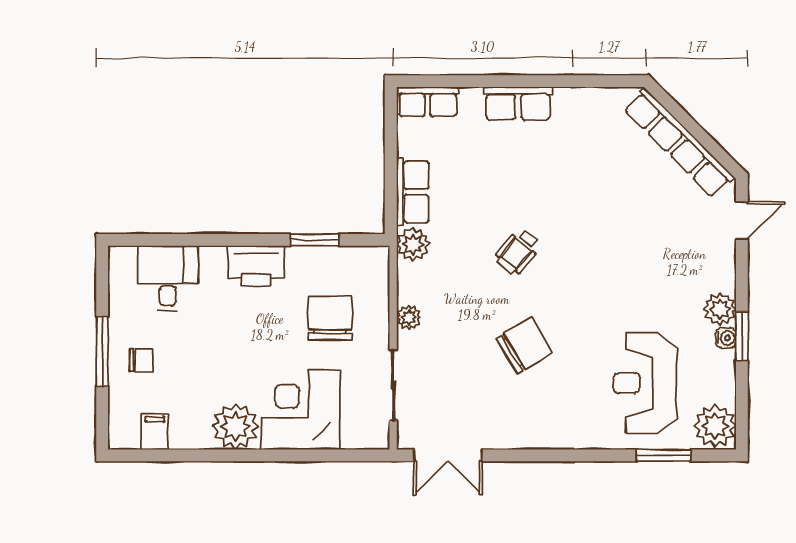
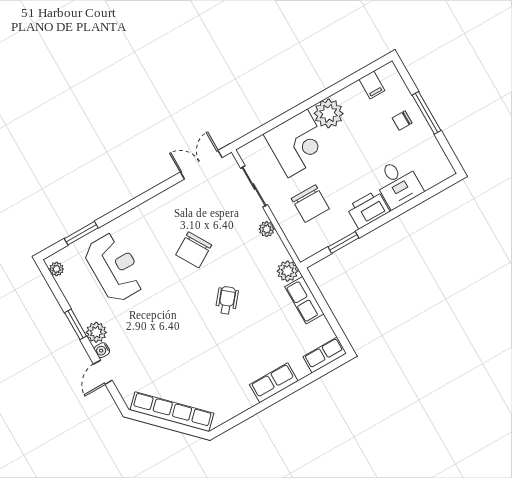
door: (742, 220) -> (103, 372), moved
desk: (168, 278) -> (398, 183), moved
water cooler: (726, 338) -> (102, 350), moved
plant: (715, 426) -> (56, 269), width x0.53, depth x0.53

